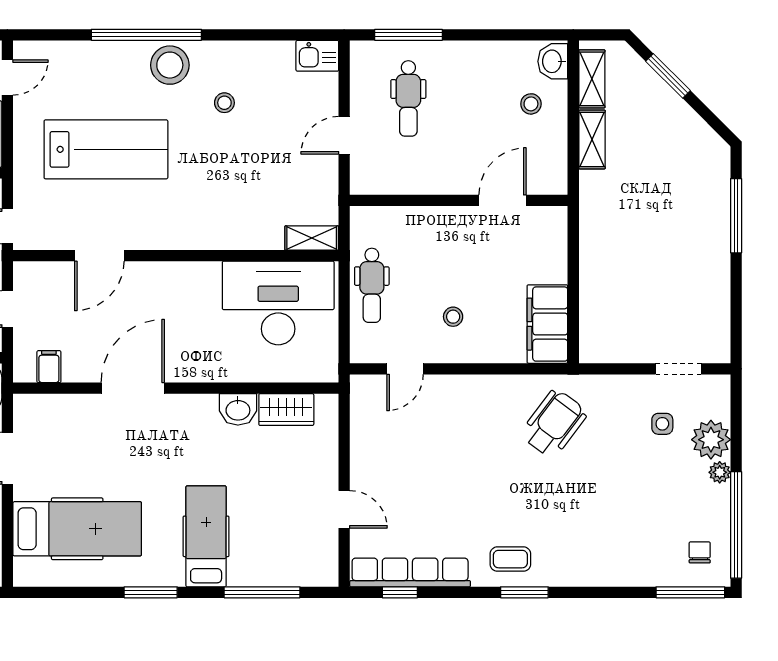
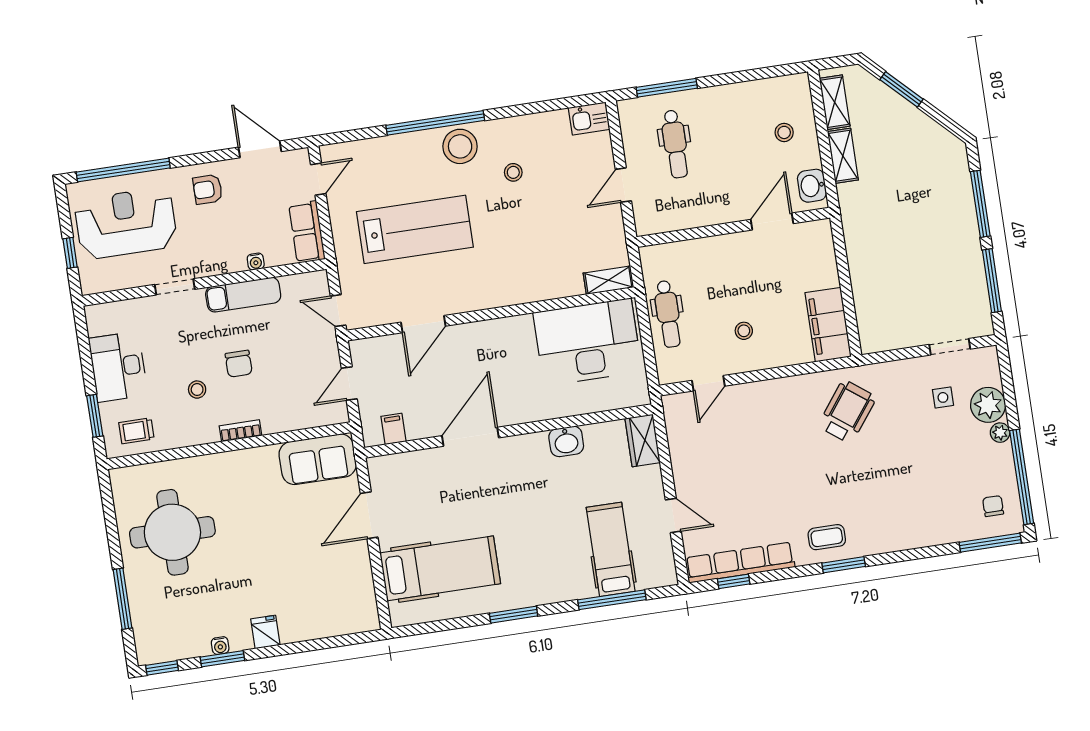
washbasin: (553, 61) -> (812, 186), moved
window: (736, 303) -> (992, 281), added
wardrobe: (286, 410) -> (643, 440), moved, turned 90
hospital bed: (206, 536) -> (611, 549), moved

